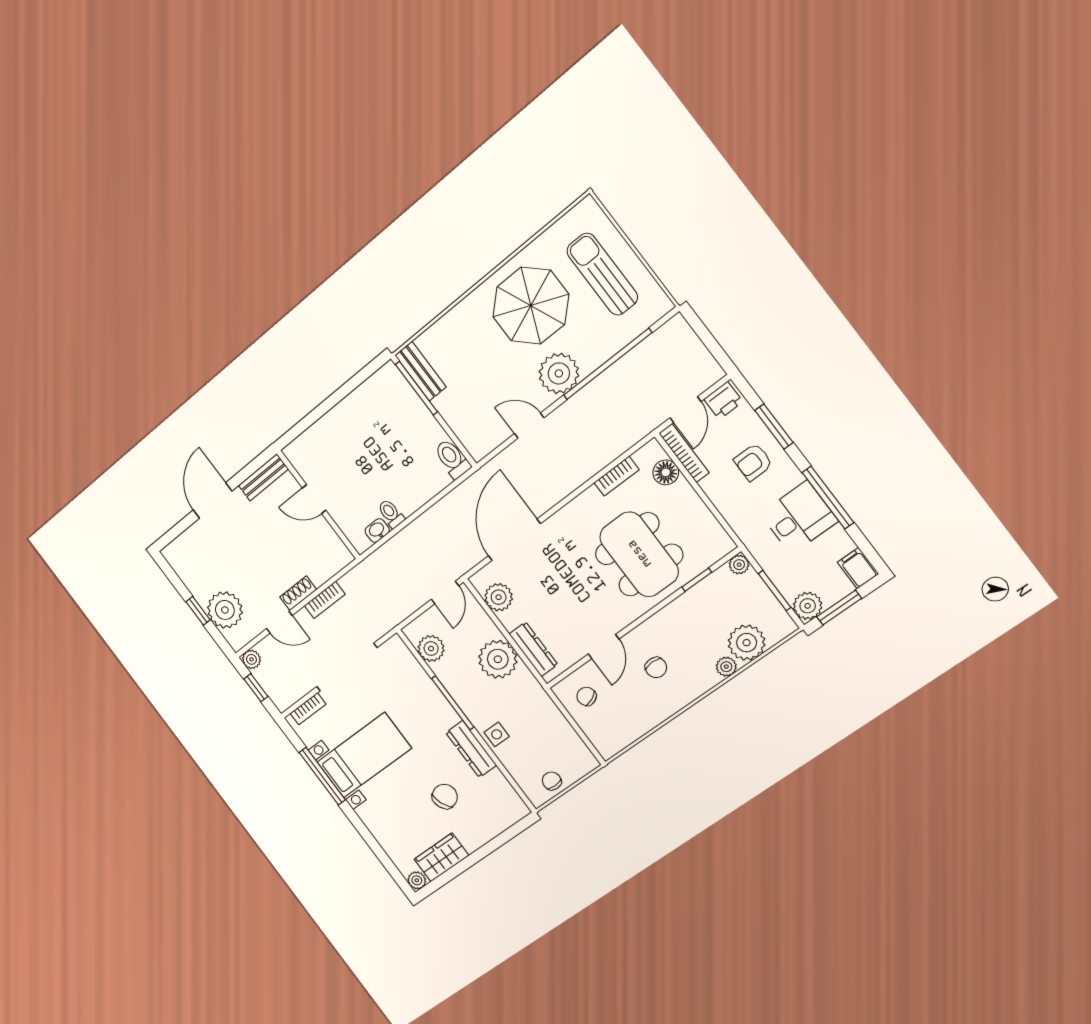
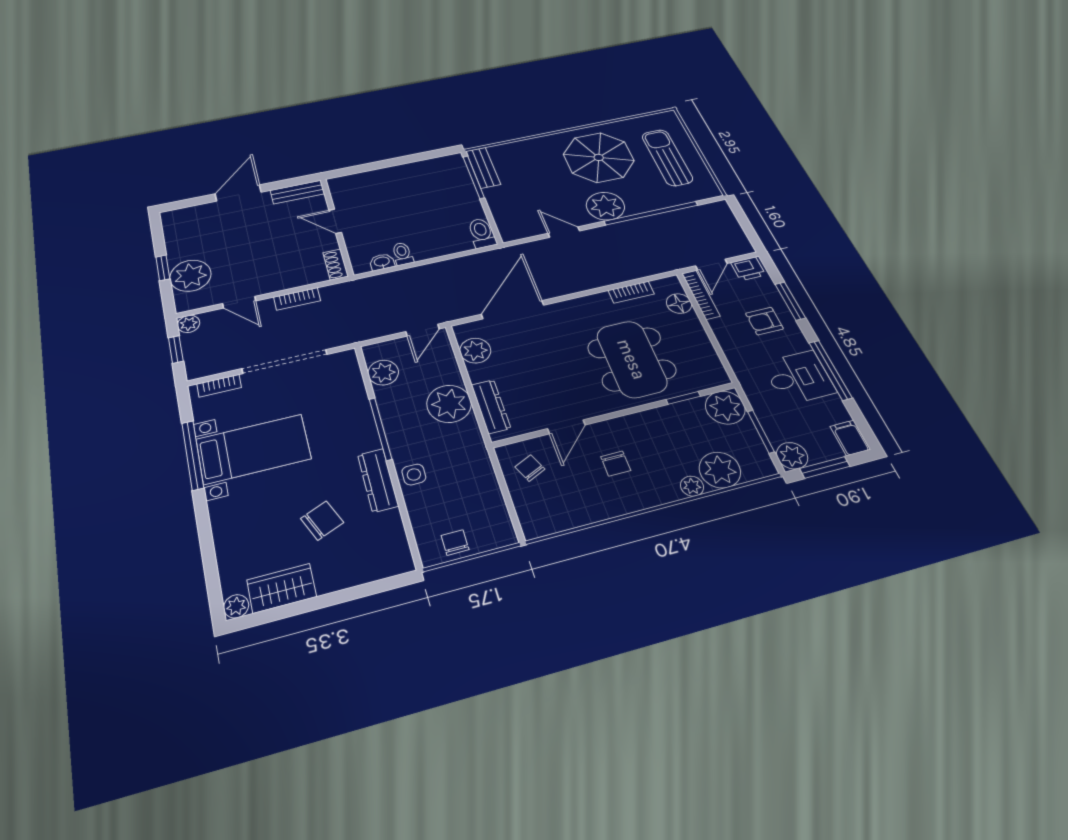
plant: (739, 565) -> (725, 408), width x1.87, depth x1.87
shoe rack: (298, 593) -> (336, 264), moved, turned -90

